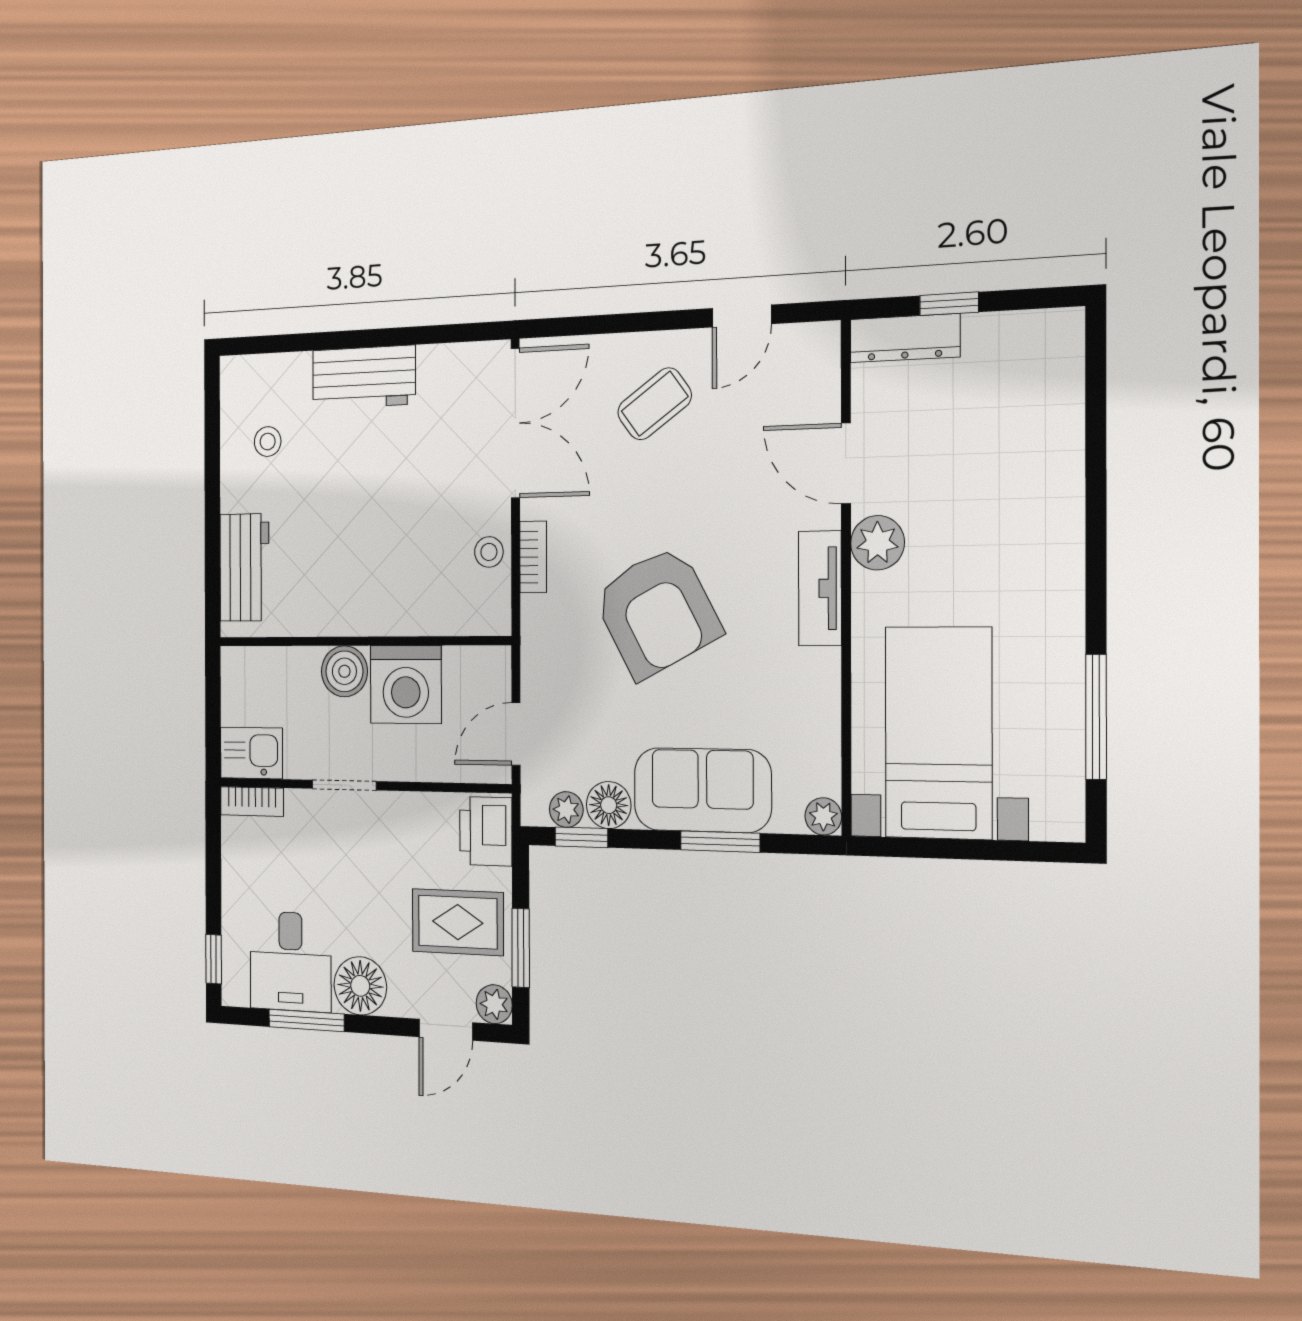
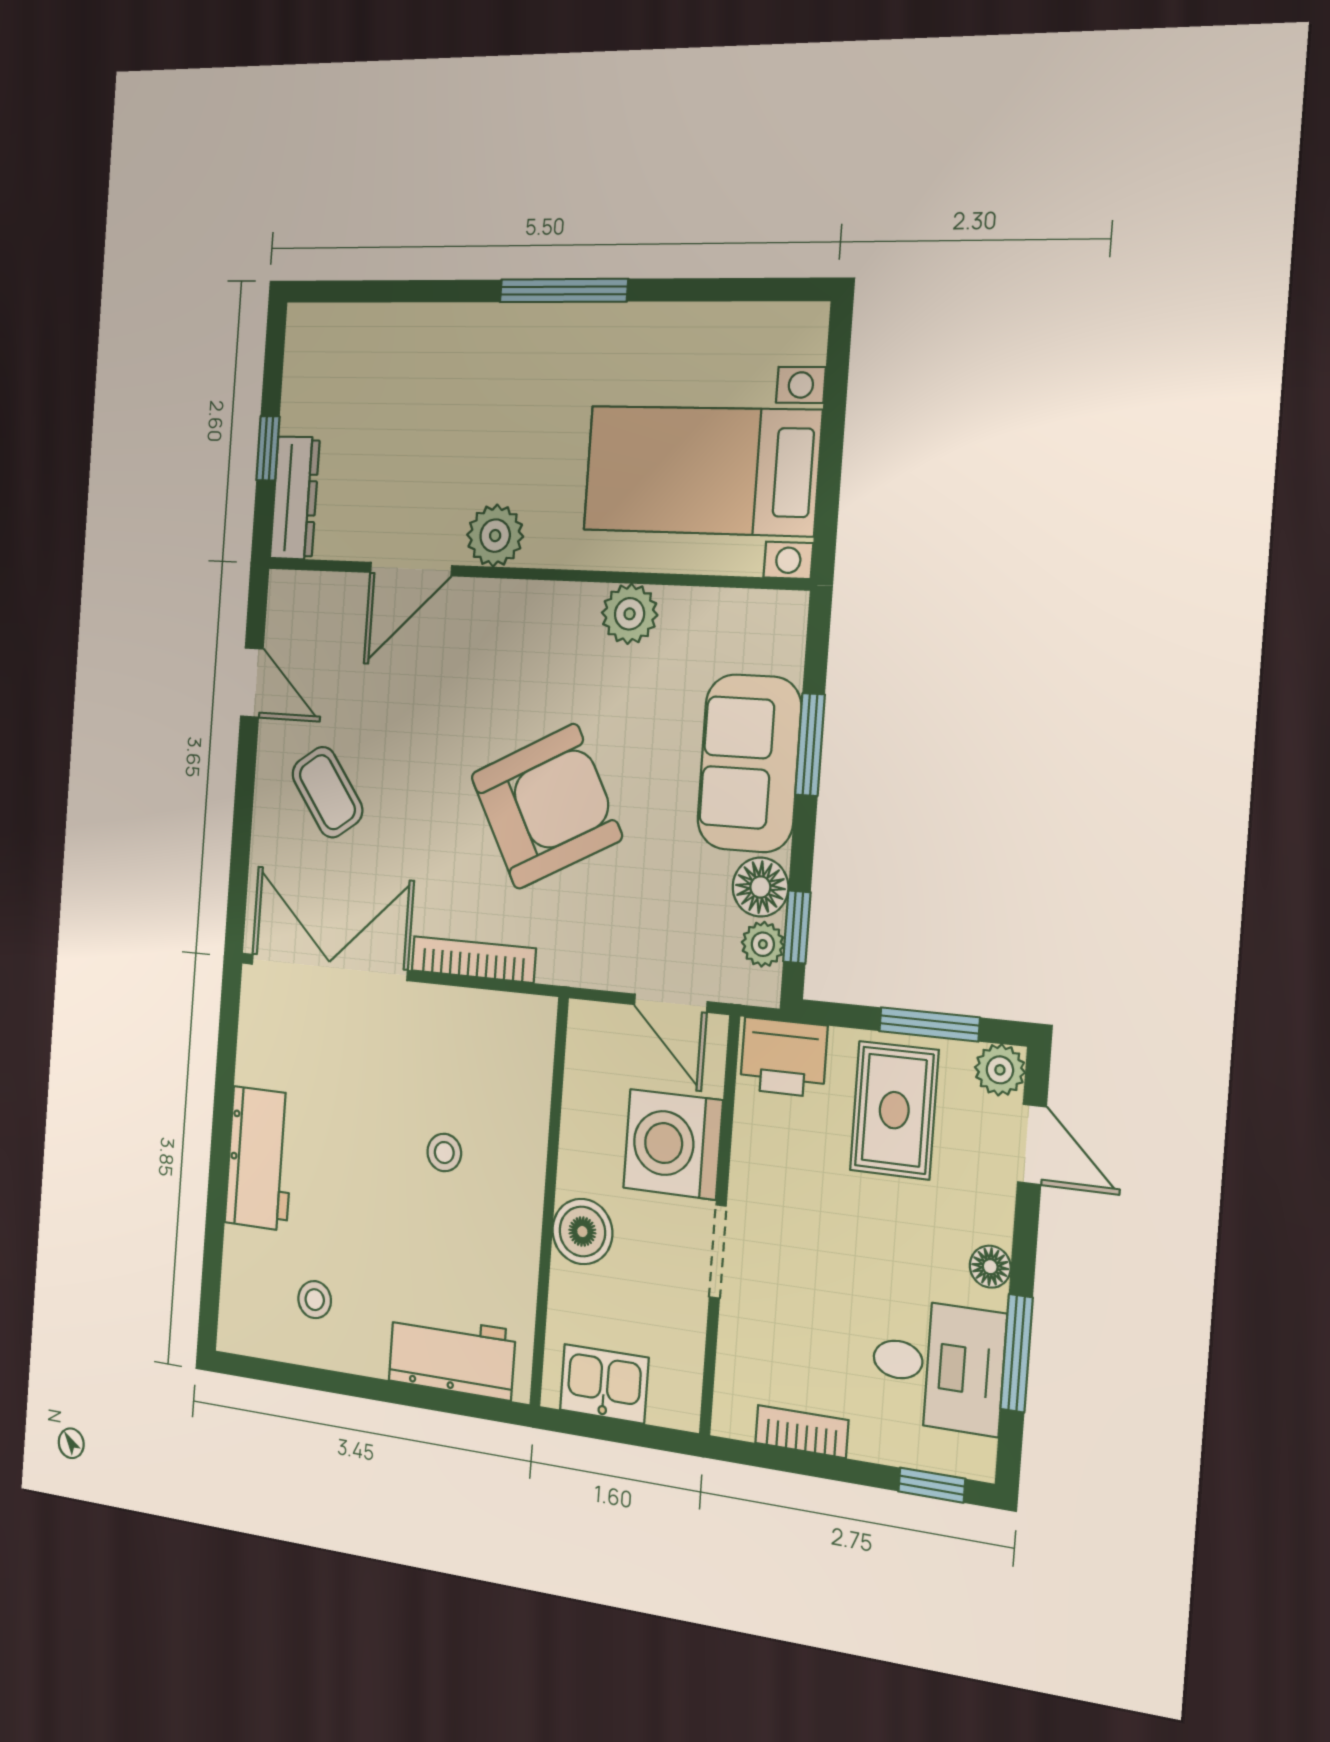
stool: (489, 552) -> (444, 1153), moved
bookcase: (533, 557) -> (473, 959), width x1.56
tv unit: (820, 588) -> (537, 605), removed
washing machine: (406, 685) -> (673, 1144), moved, turned 180
window: (1096, 717) -> (563, 290), moved
kitchen sink: (251, 753) -> (604, 1384), moved, turned 90
bookcase: (252, 802) -> (802, 1432), moved, turned -90
plant: (823, 816) -> (630, 614), moved, width x1.38, depth x1.38
floor lamp: (360, 986) -> (990, 1267), width x0.53, depth x0.53

